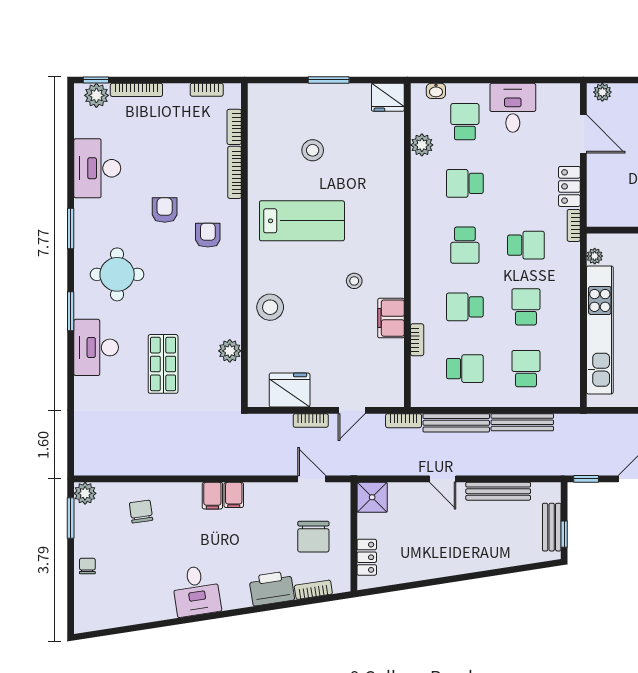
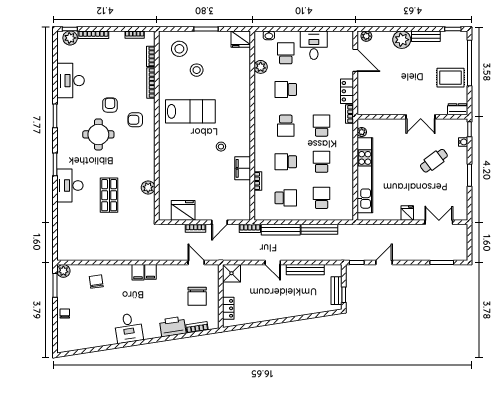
armchair: (208, 235) -> (135, 120), turned -90
school desk: (526, 245) -> (322, 126), turned -90
round table: (117, 274) -> (98, 134), moved
stool: (270, 307) -> (179, 49), moved

